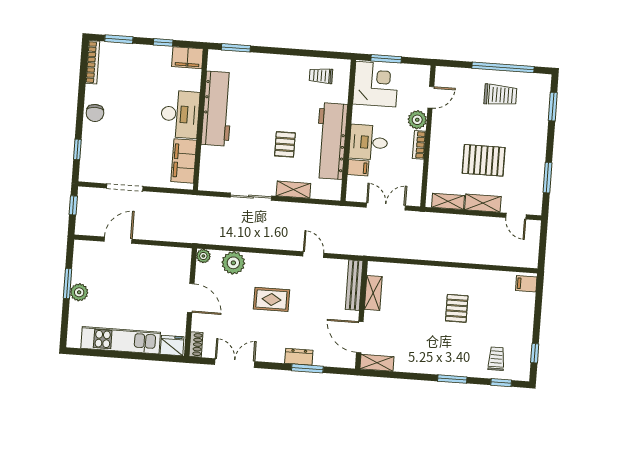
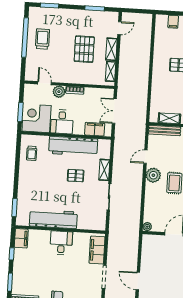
desk: (180, 114) -> (61, 243), width x0.73
desk: (369, 142) -> (62, 122), moved
filing cabinet: (184, 161) -> (97, 250), moved, turned 90
filing cabinet: (358, 168) -> (95, 129), width x2.00
plant: (233, 263) -> (153, 175), moved
filing cabinet: (526, 284) -> (173, 22), moved

